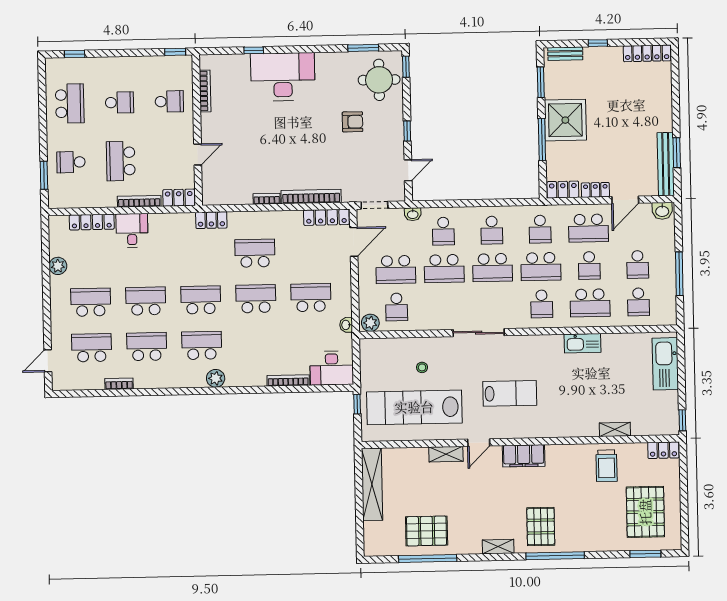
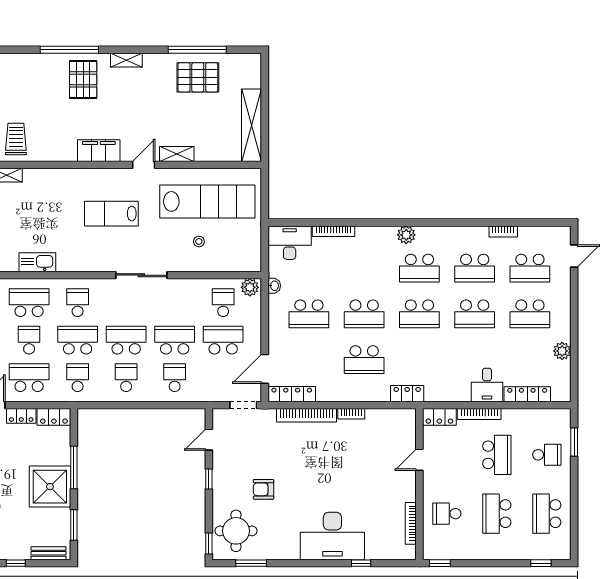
school desk: (120, 102) -> (497, 514), width x1.85
washbasin: (413, 214) -> (205, 395), removed
window: (357, 404) -> (265, 206), removed

